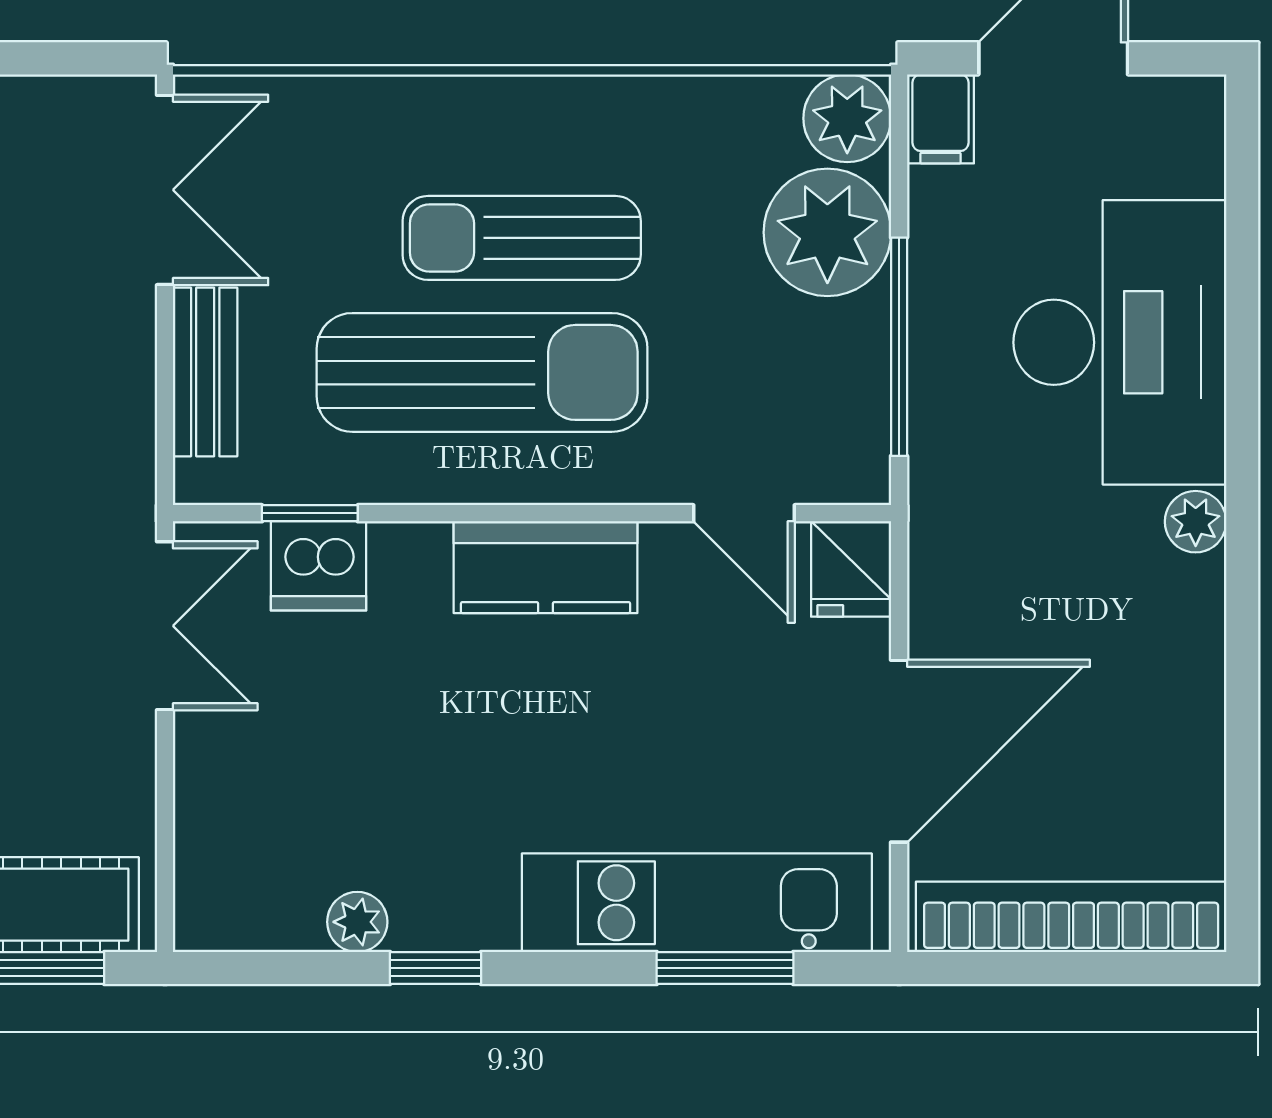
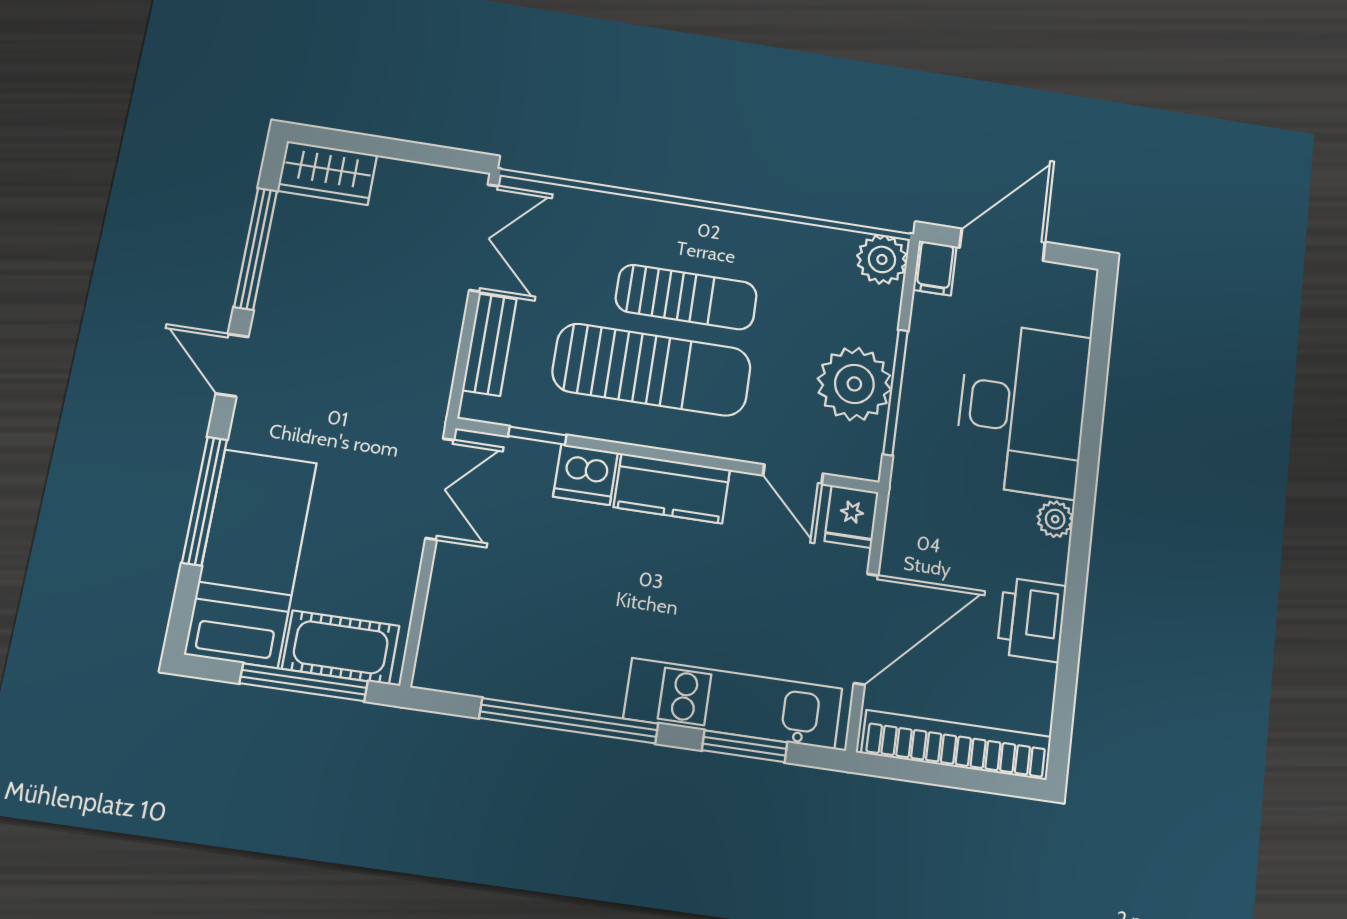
plant: (827, 232) -> (854, 384), moved
sun lounger: (522, 238) -> (686, 297), turned 180
dishwasher: (318, 566) -> (586, 474), moved
printer: (1173, 695) -> (1032, 620), added
plant: (357, 922) -> (526, 685), removed
window: (436, 968) -> (569, 721), width x3.17

